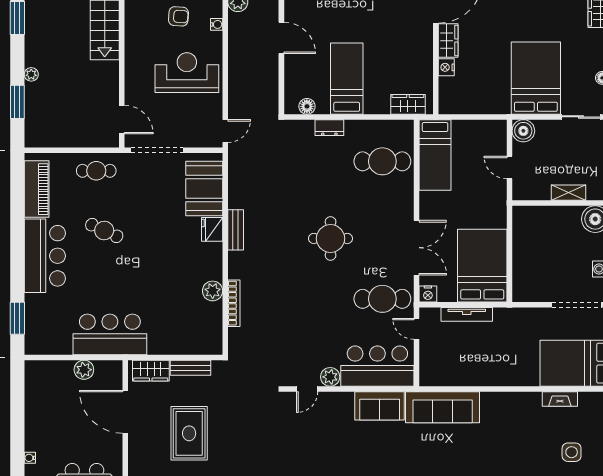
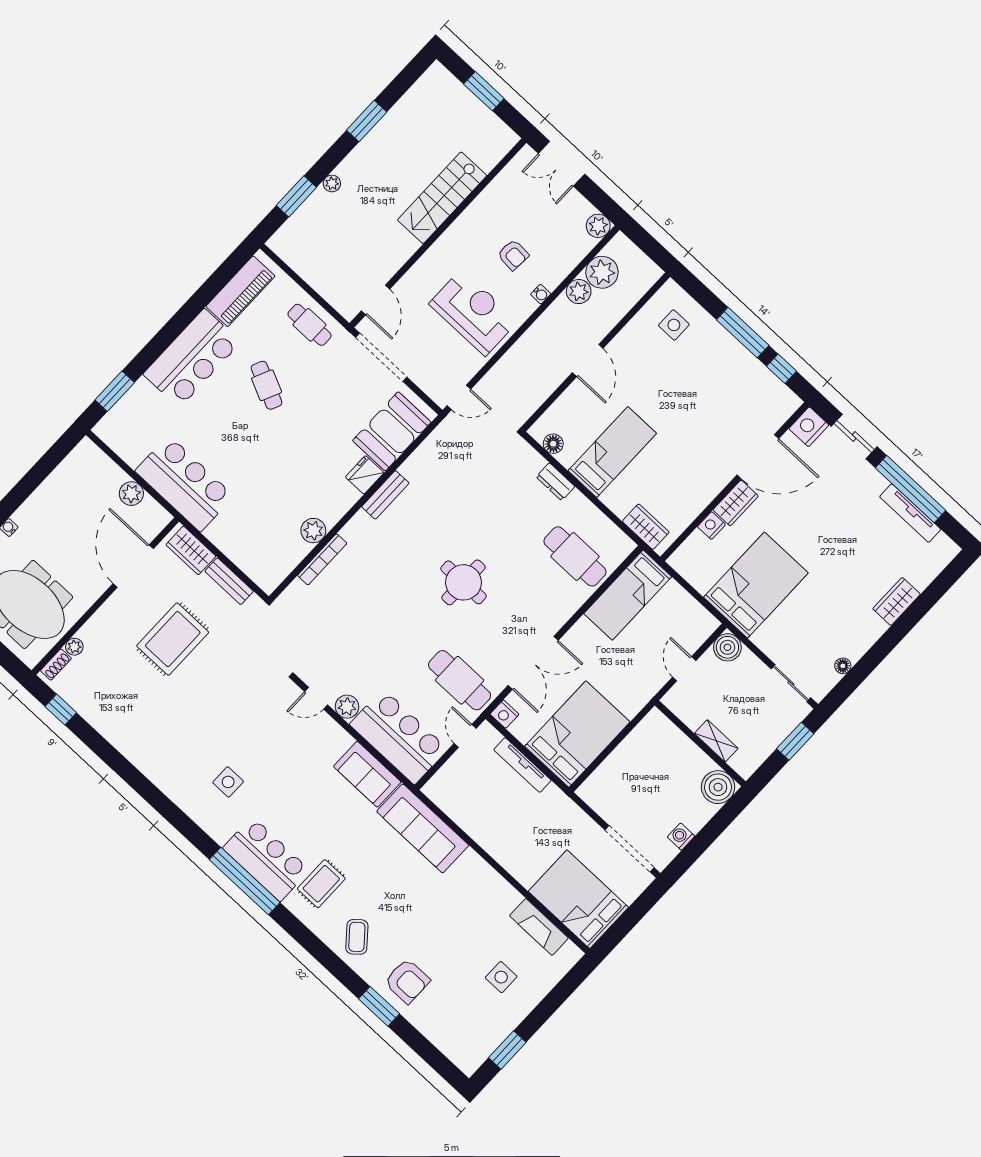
bed: (536, 78) -> (756, 585), moved
fireplace: (560, 399) -> (539, 927), width x1.37, depth x1.32

